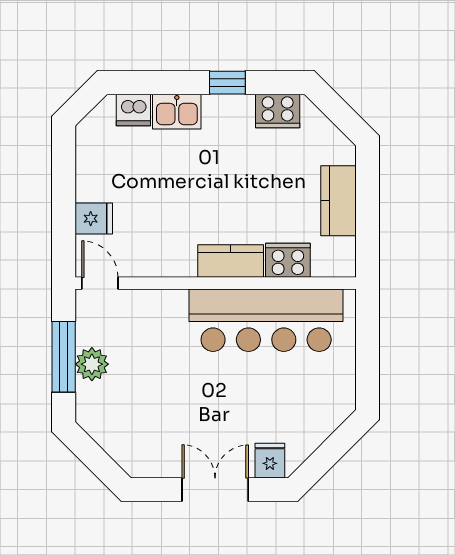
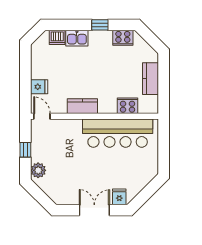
kitchen counter: (231, 261) -> (82, 106), moved
window: (64, 357) -> (25, 150), width x0.46
plant: (92, 364) -> (38, 170), moved

